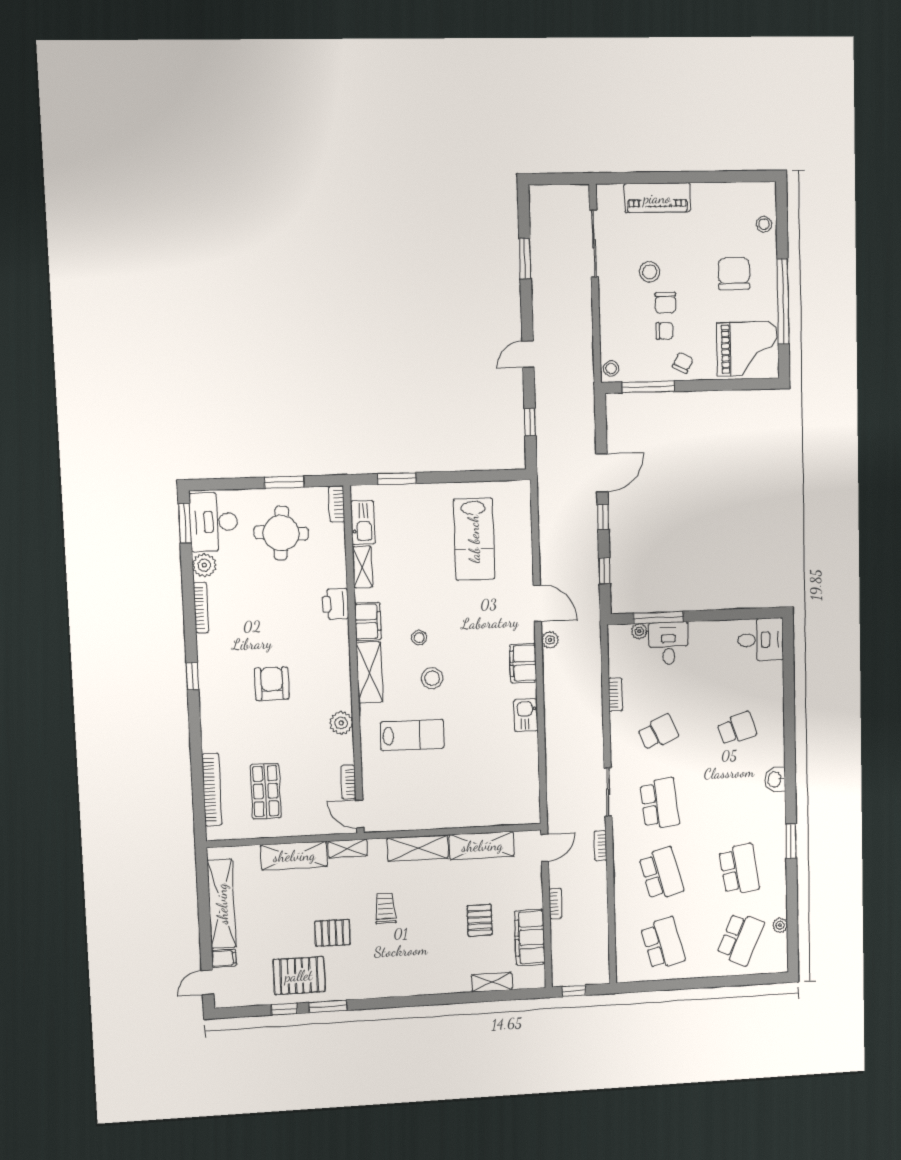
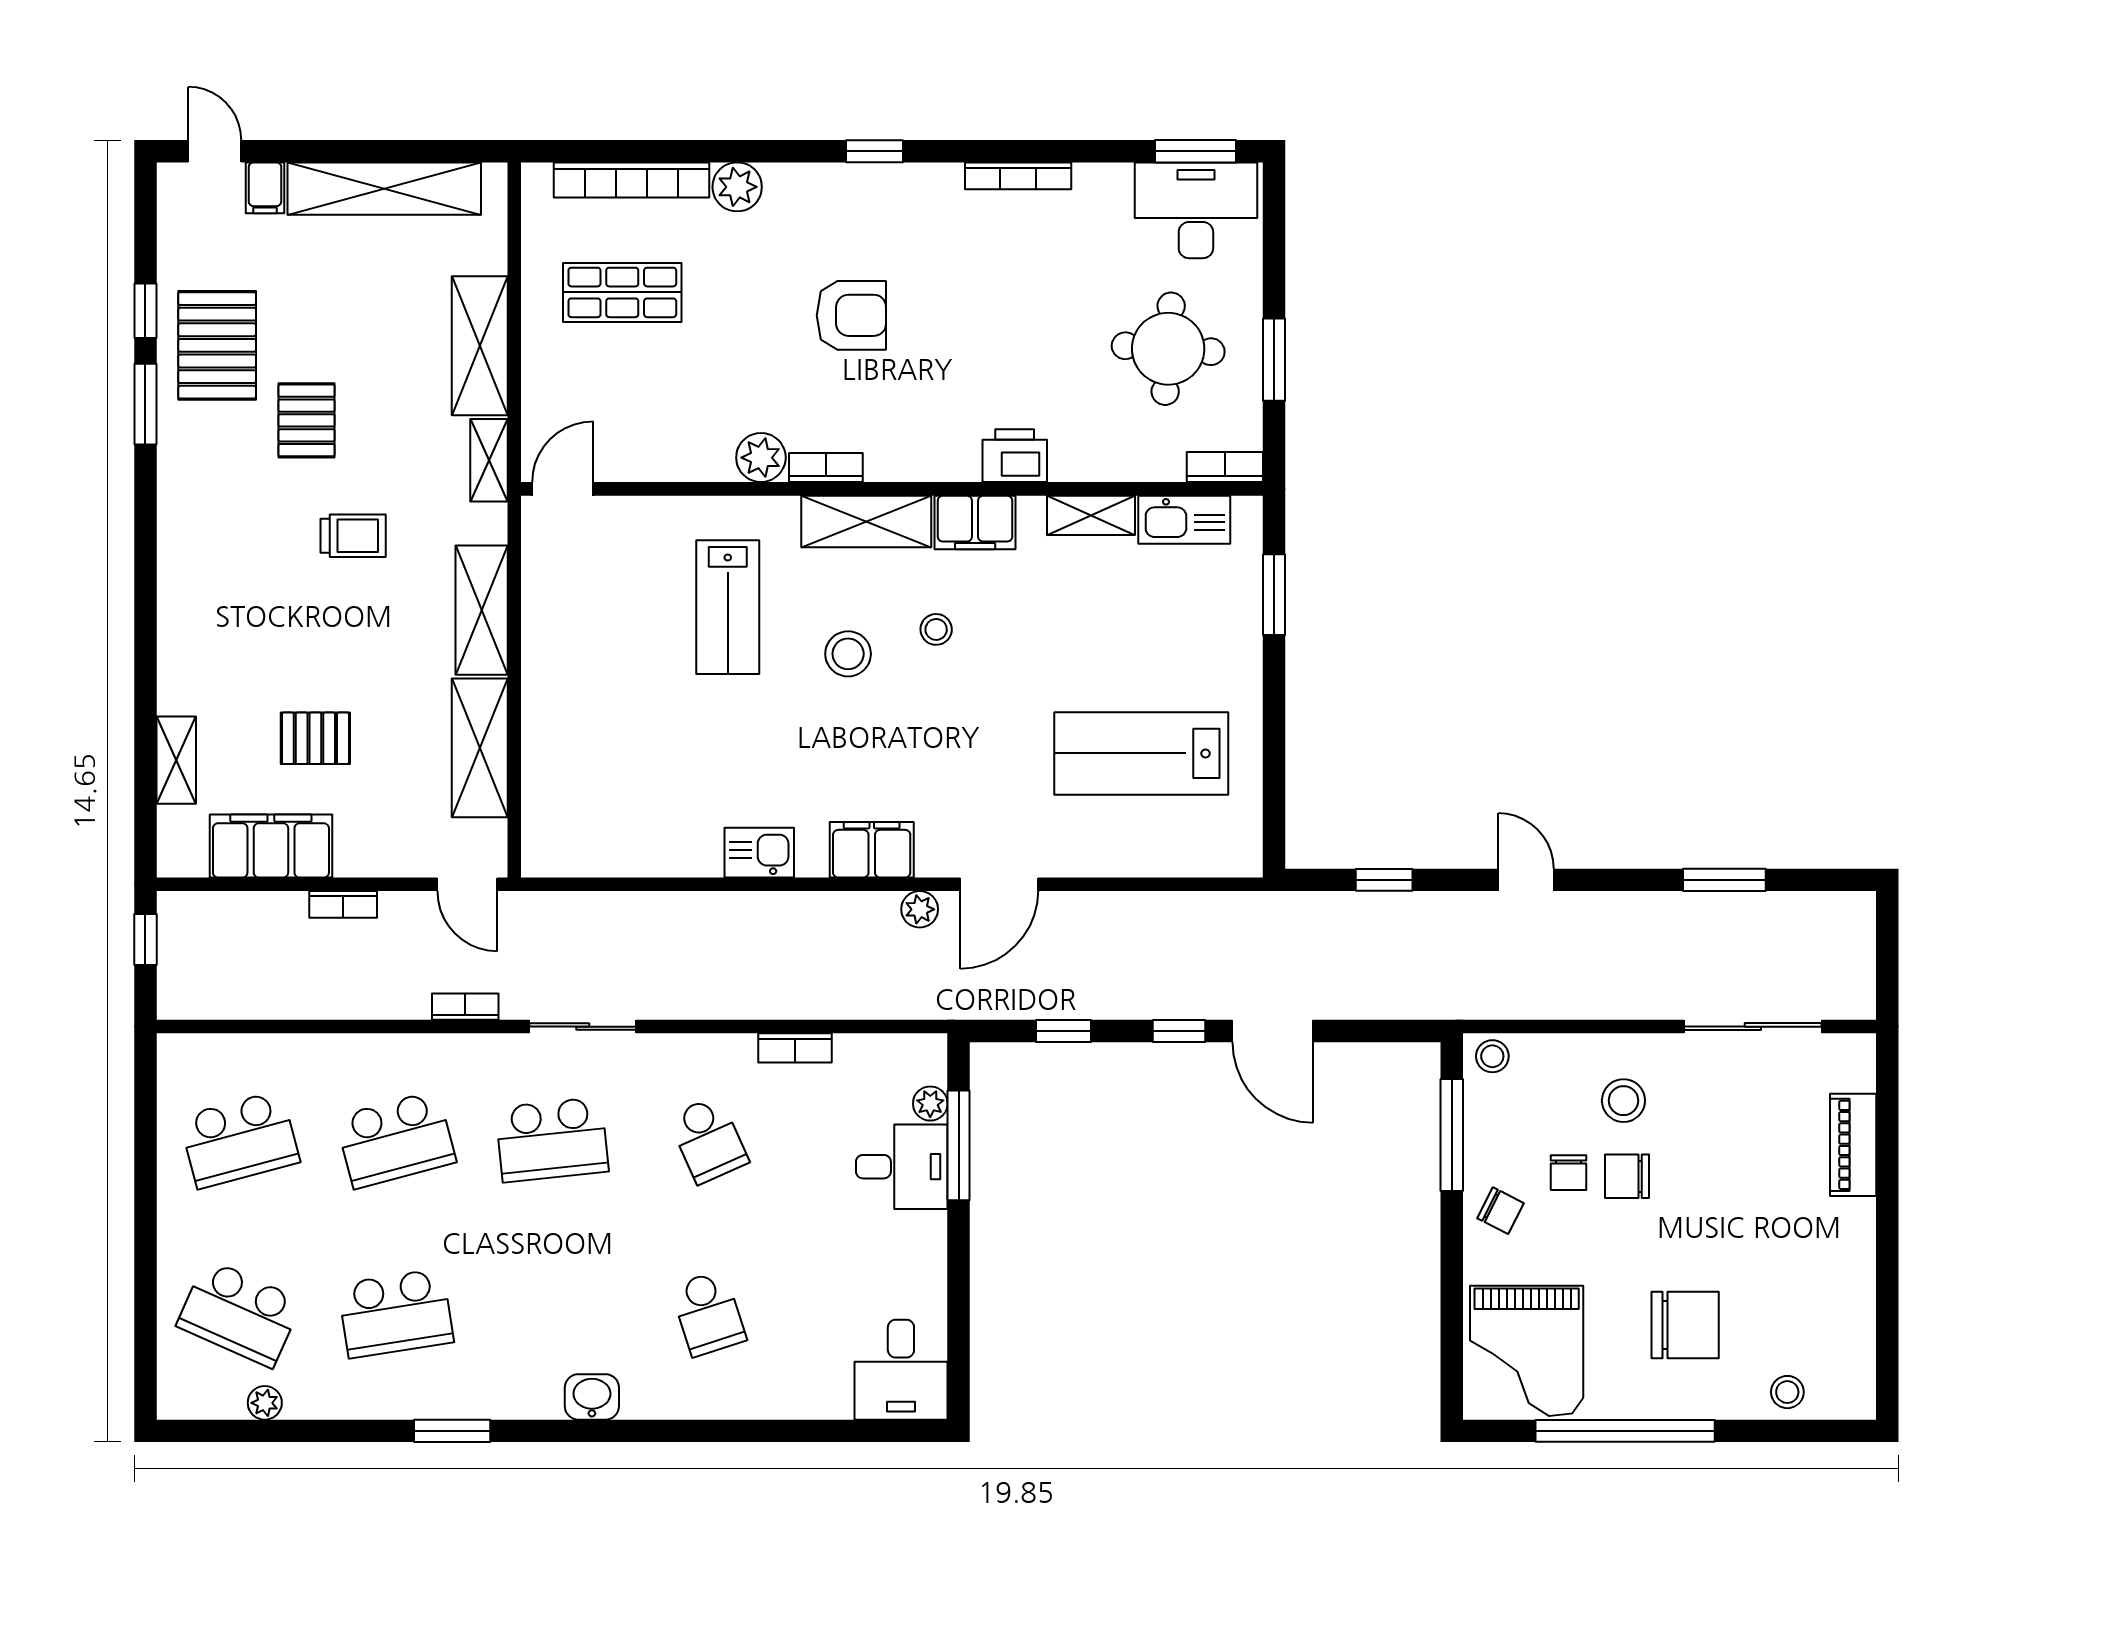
piano: (657, 198) -> (1853, 1145), width x0.73, depth x0.75
stool: (650, 272) -> (1623, 1101), moved
plant: (204, 565) -> (737, 187), moved
bookcase: (348, 782) -> (826, 468), moved

